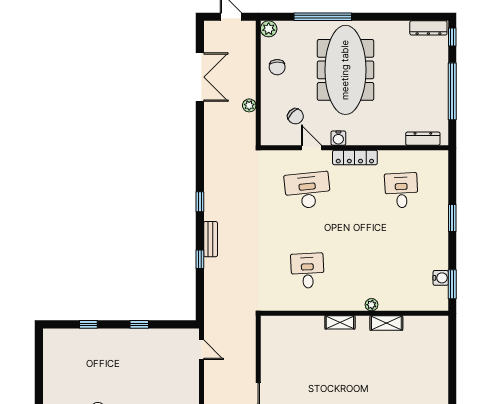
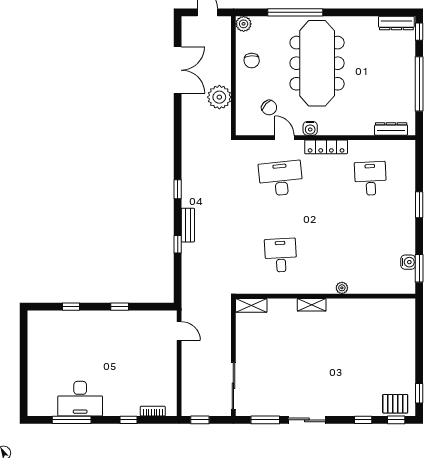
plant: (249, 105) -> (219, 97), width x1.87, depth x1.87
shelving: (386, 323) -> (251, 305), moved

